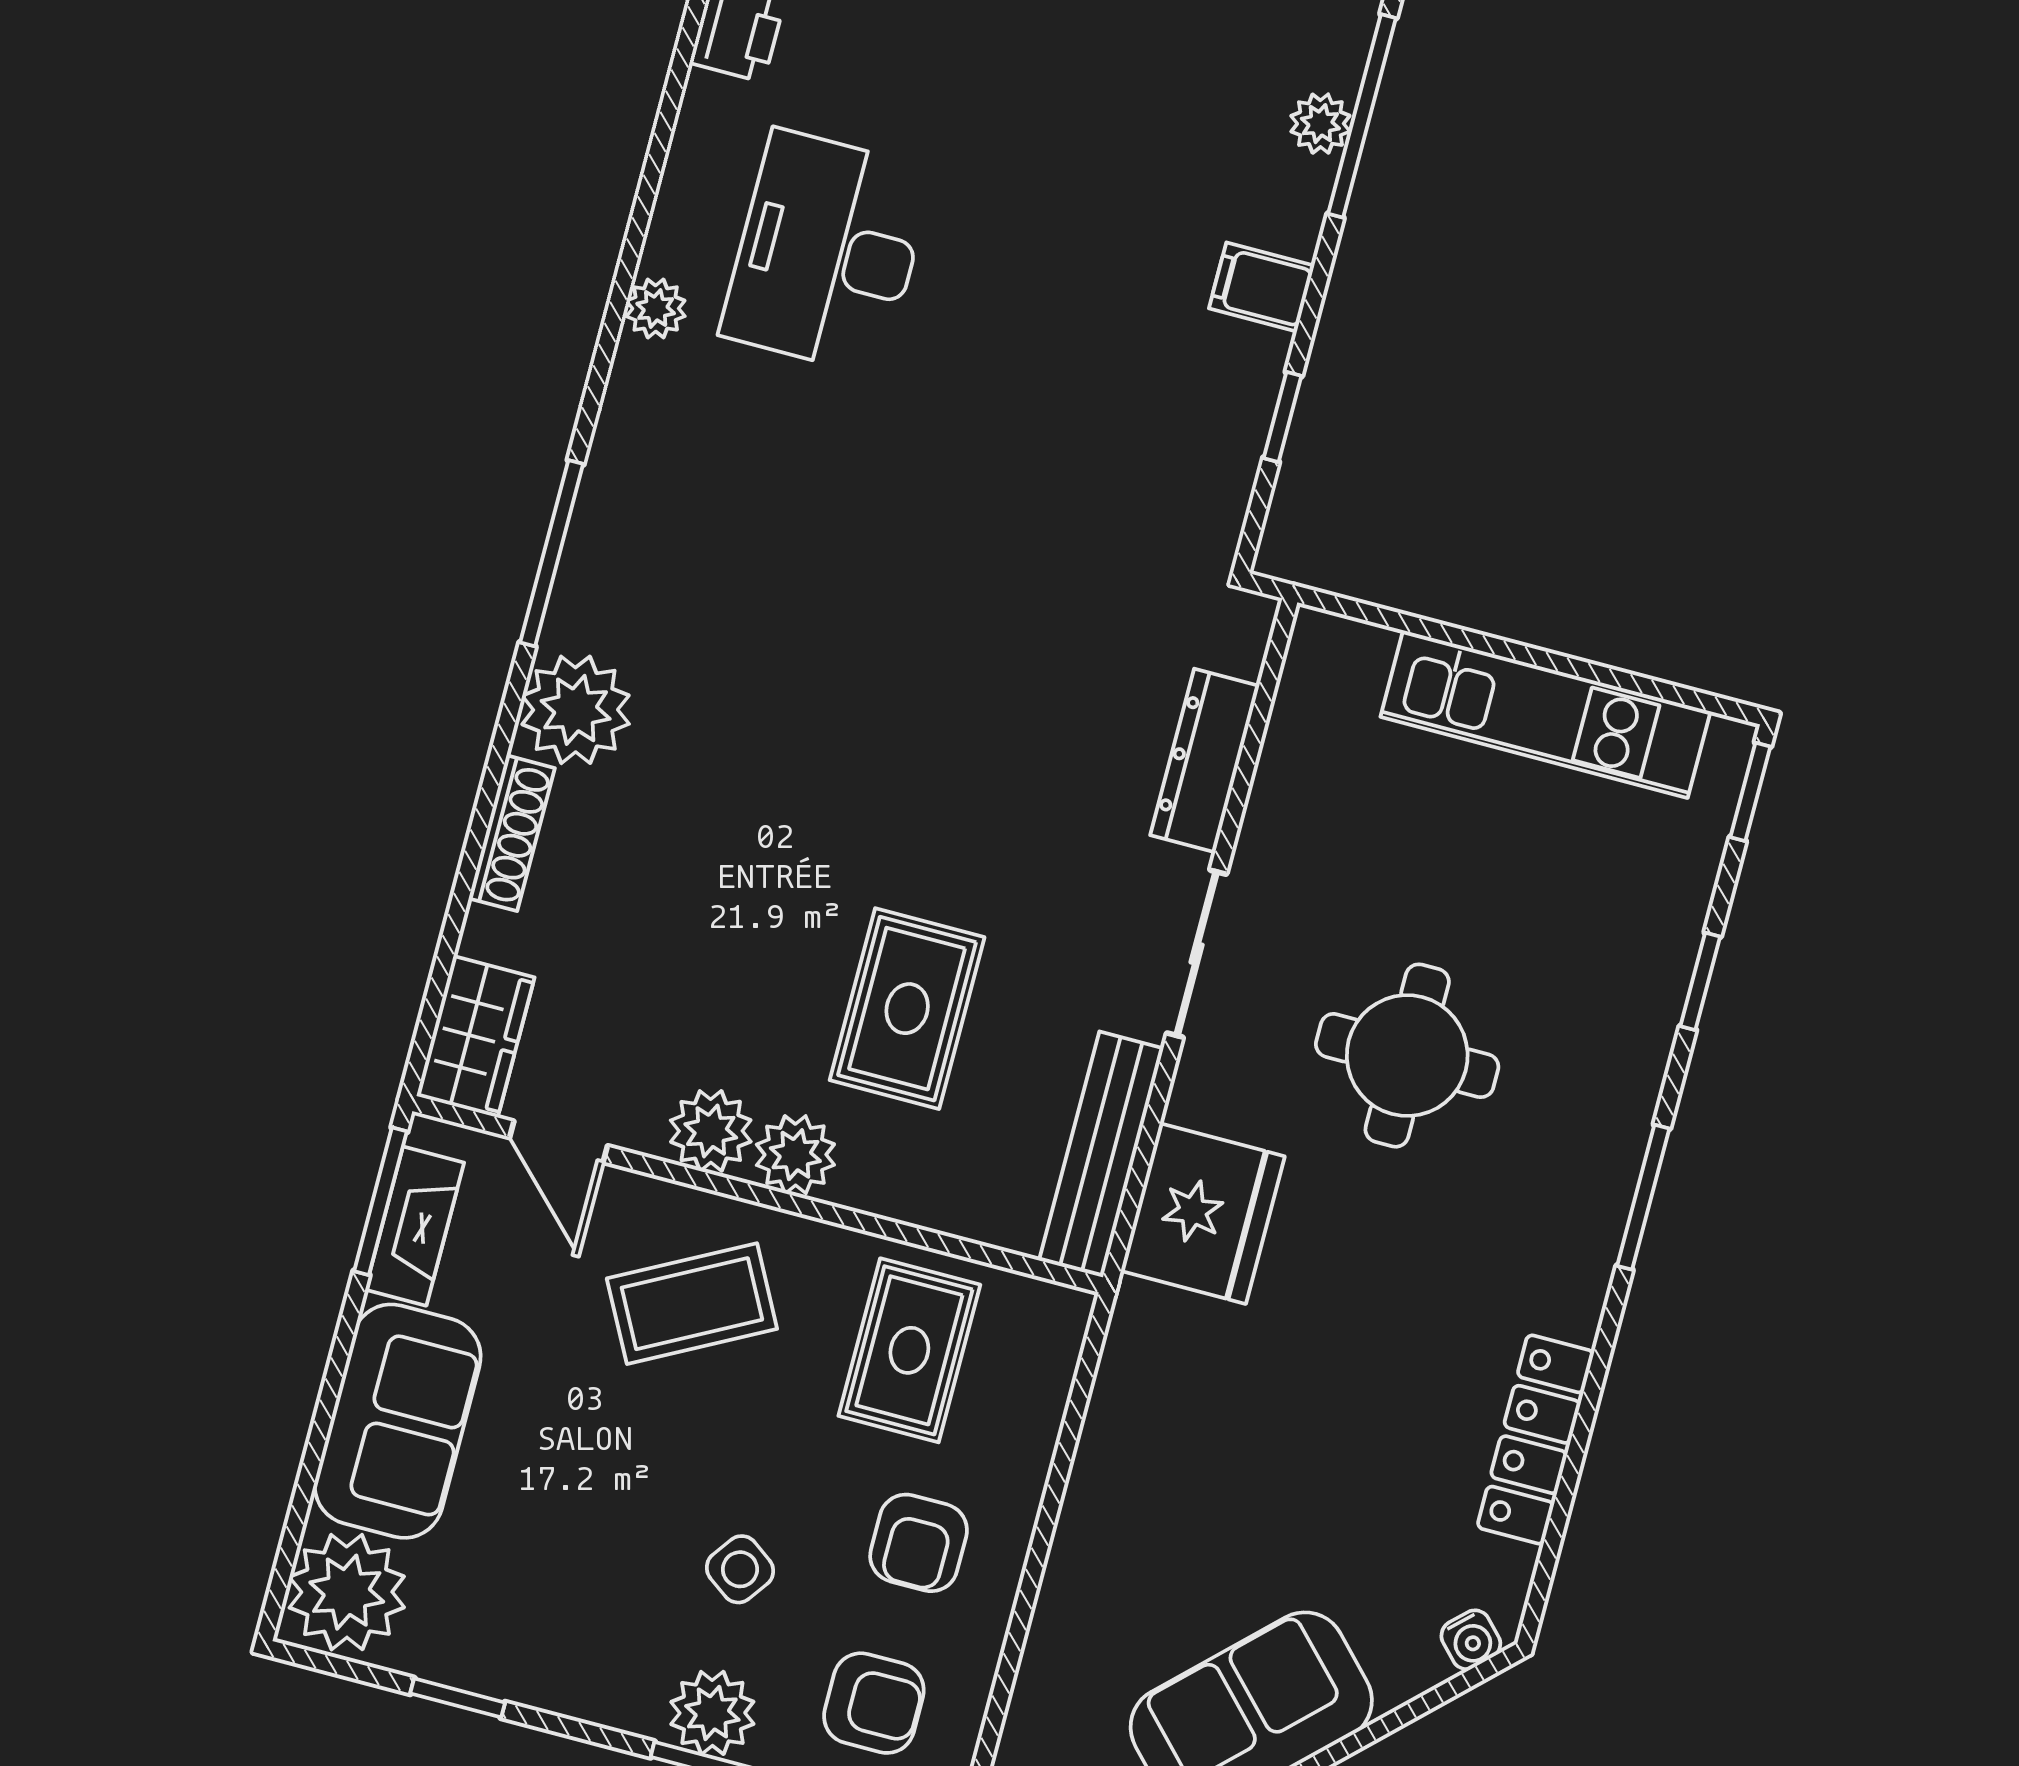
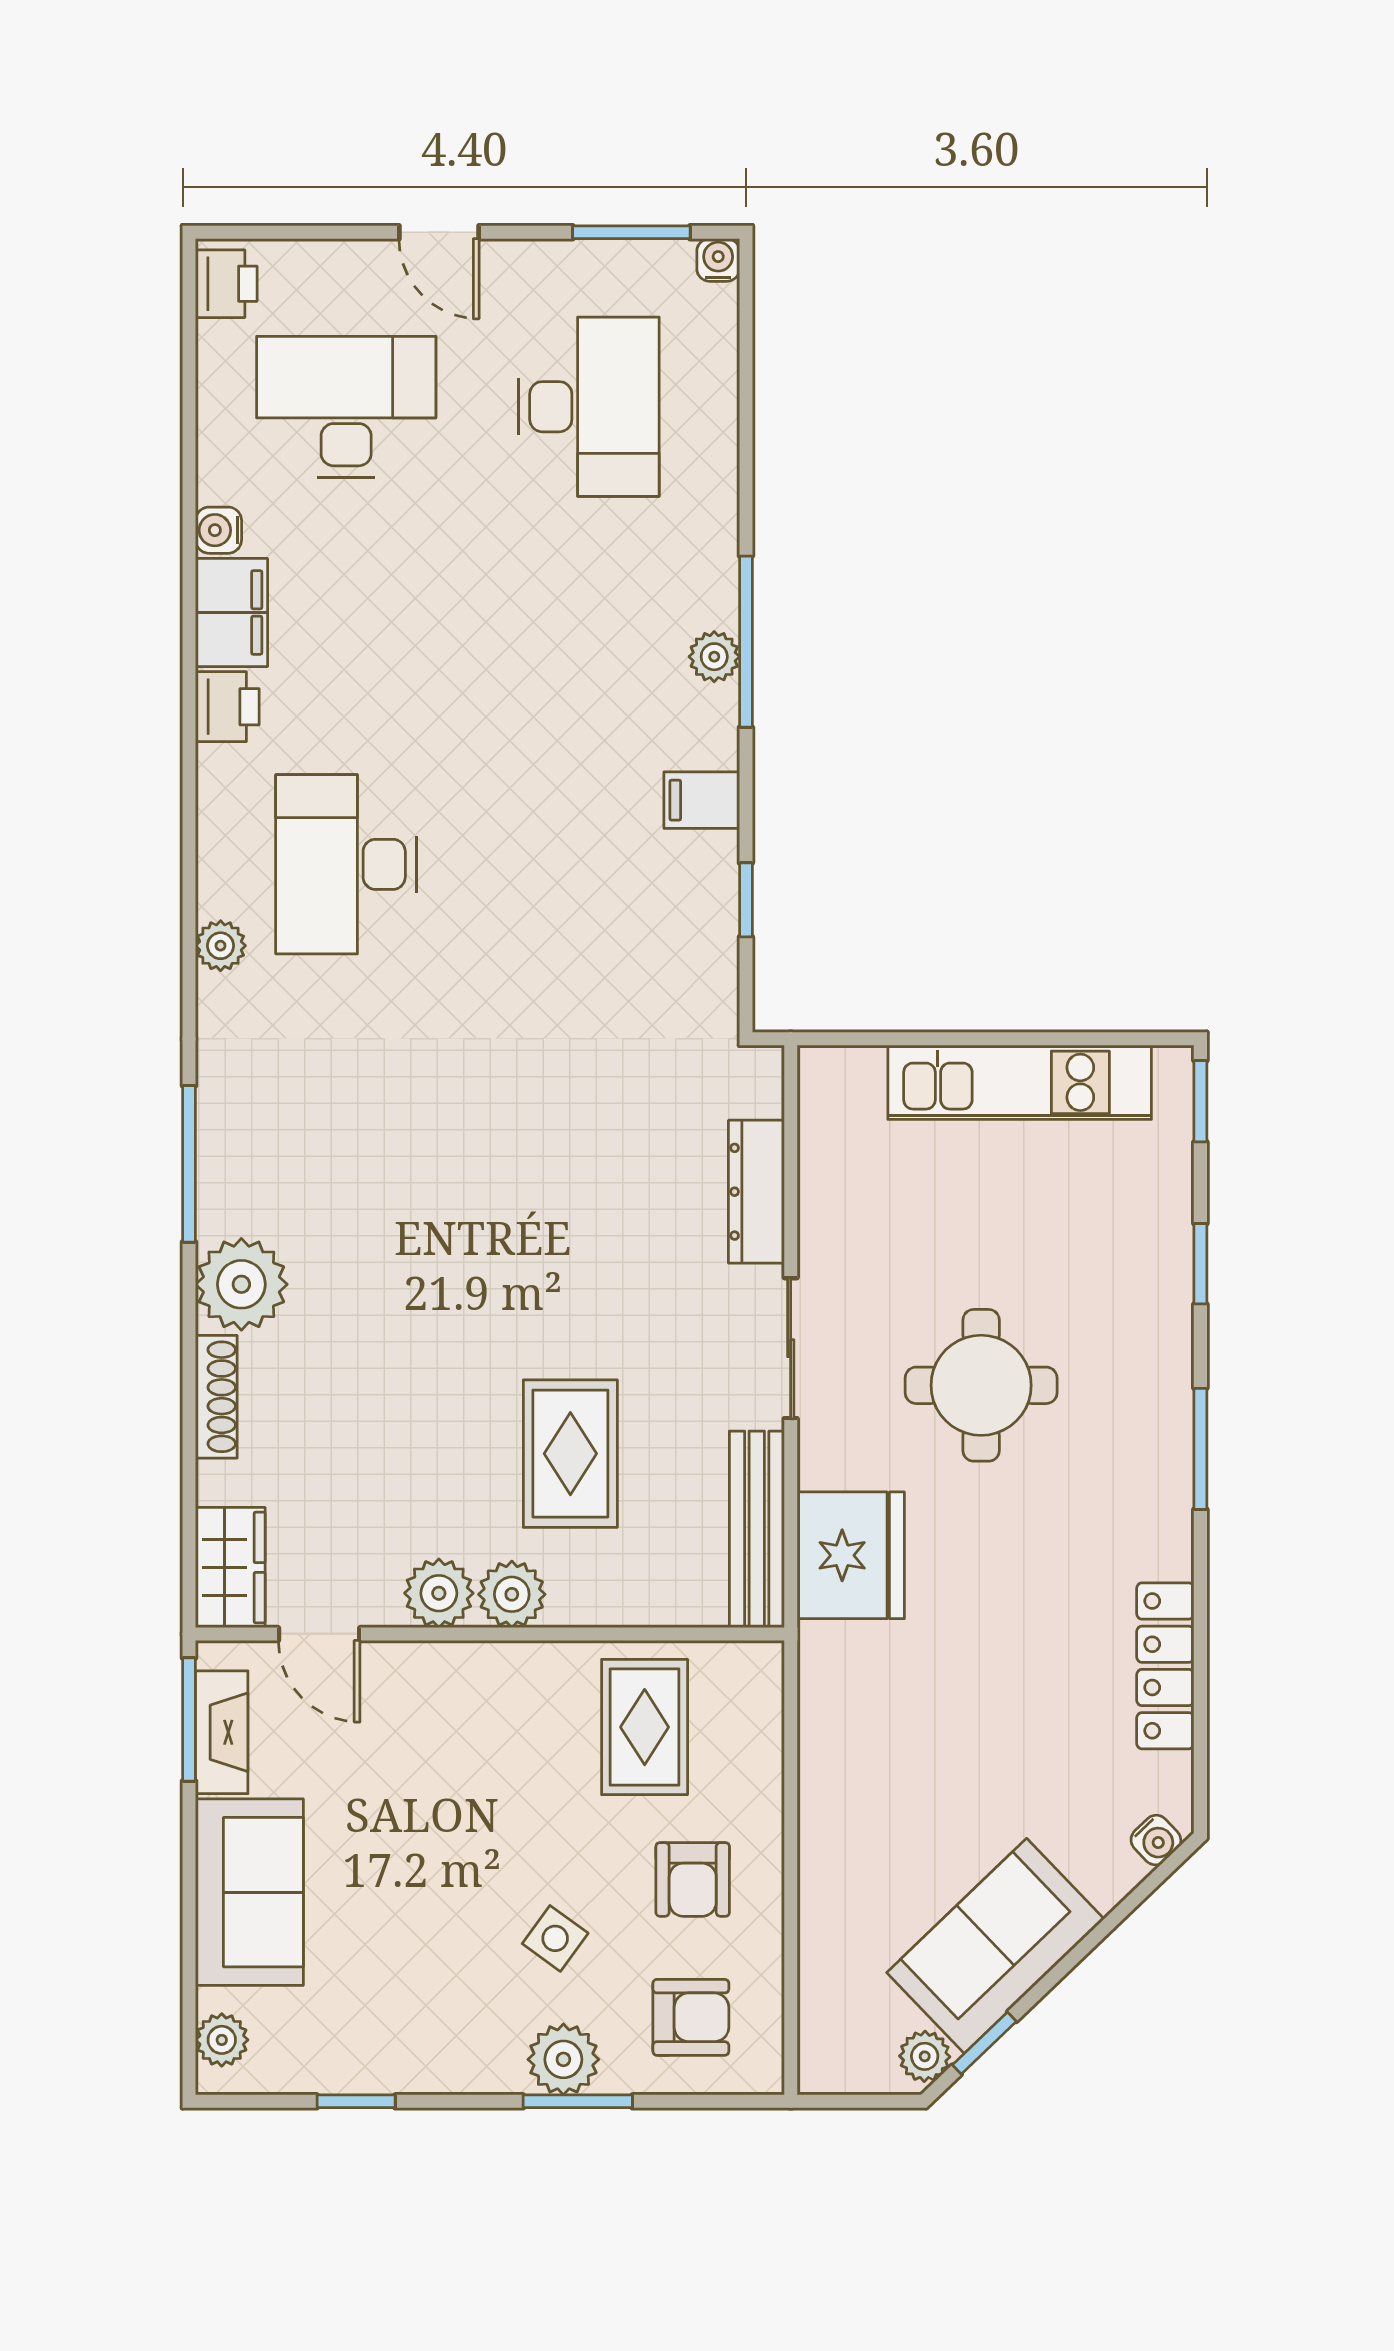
coffee table: (692, 1304) -> (460, 1736), removed
plant: (347, 1592) -> (222, 2040), width x0.53, depth x0.53

